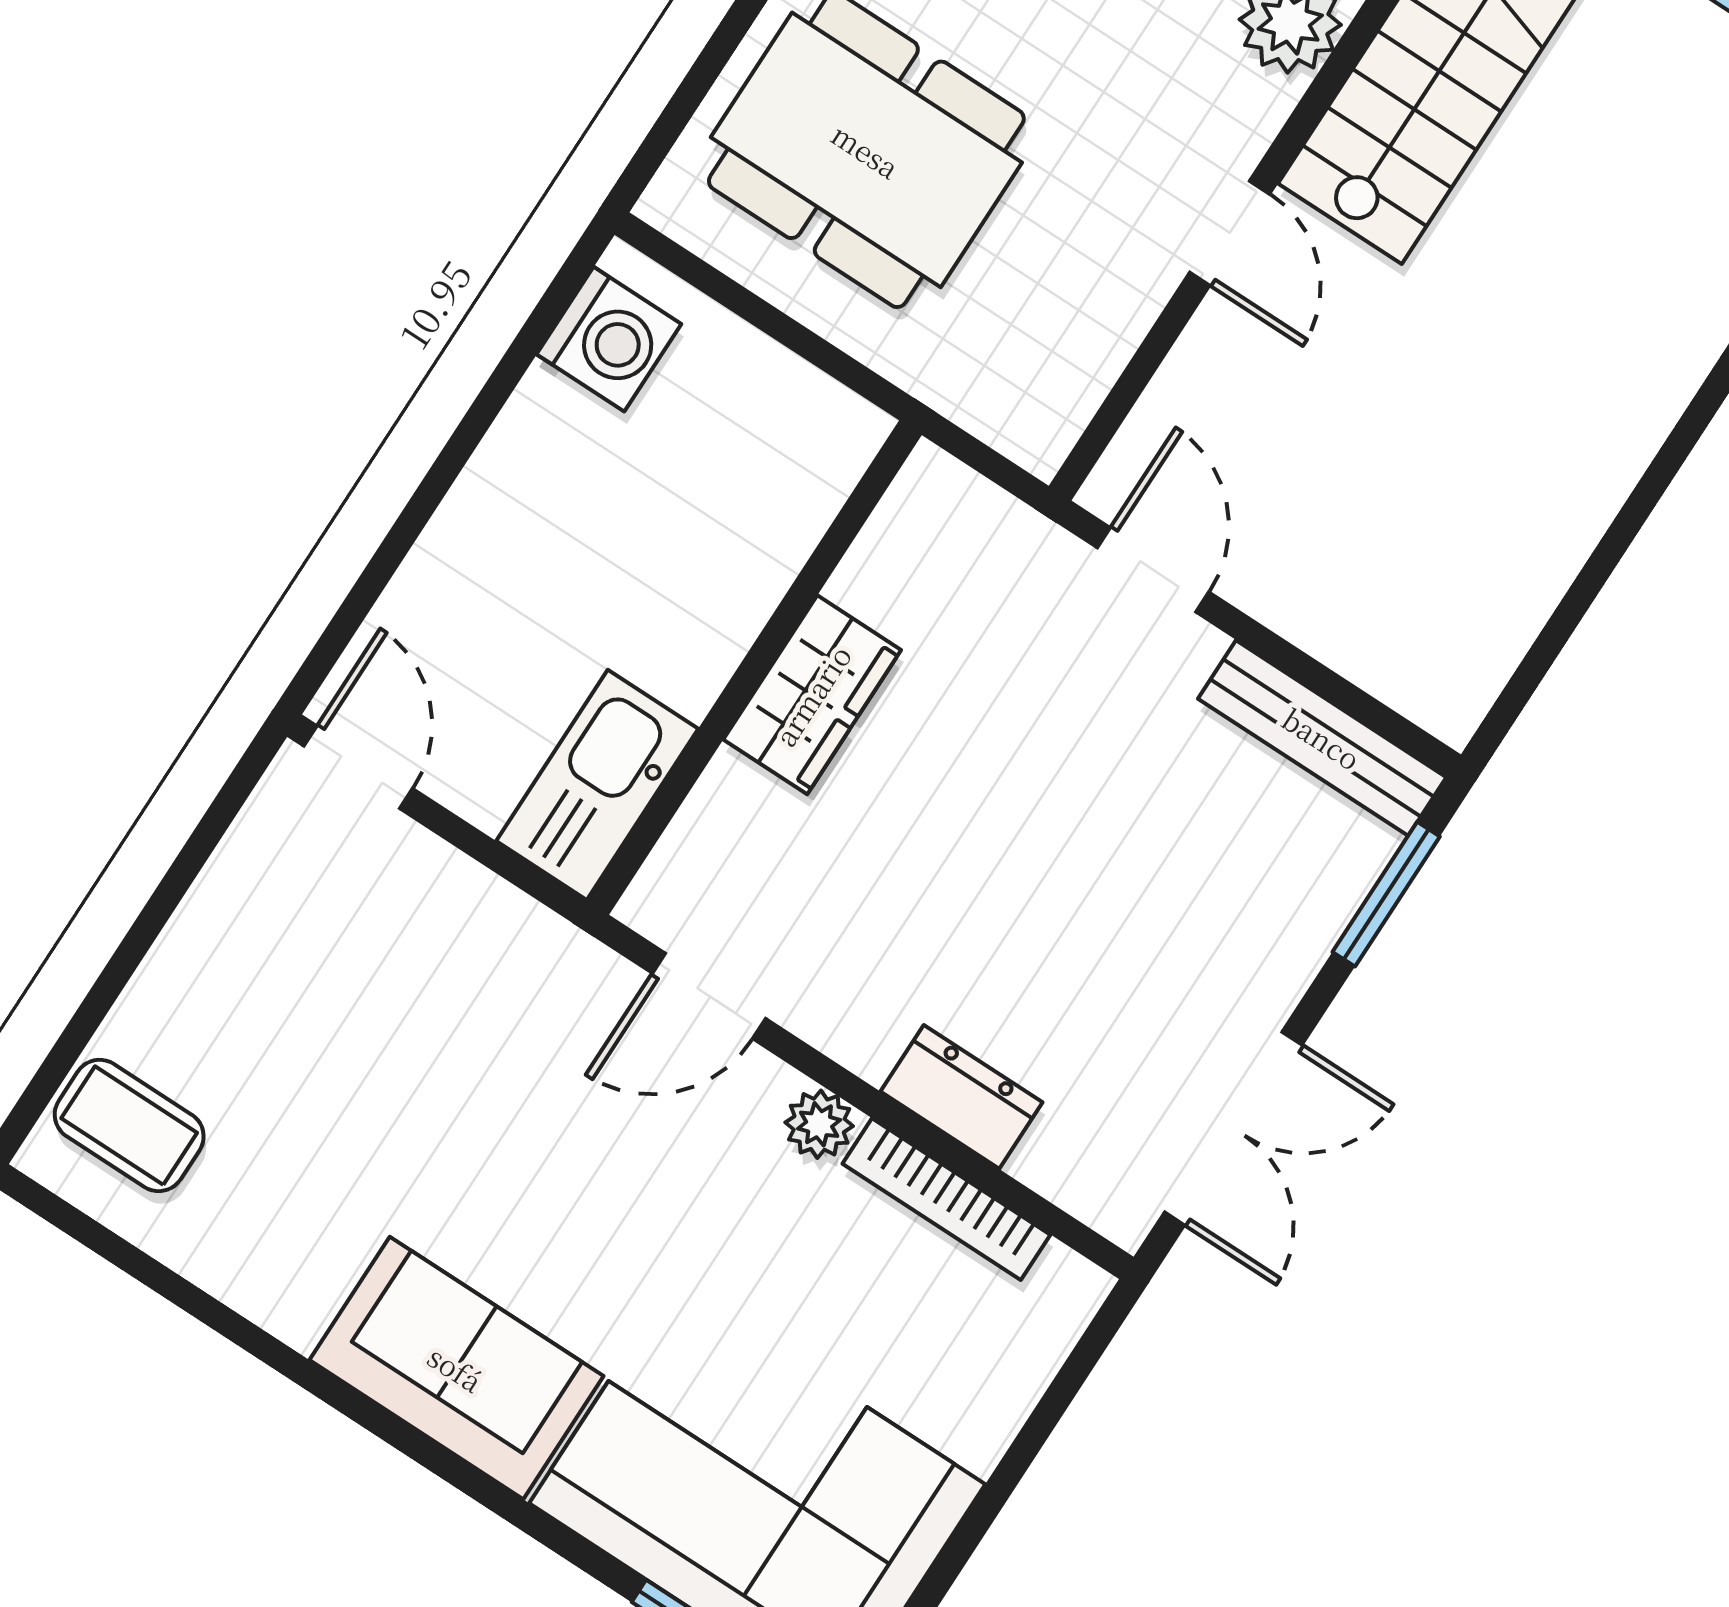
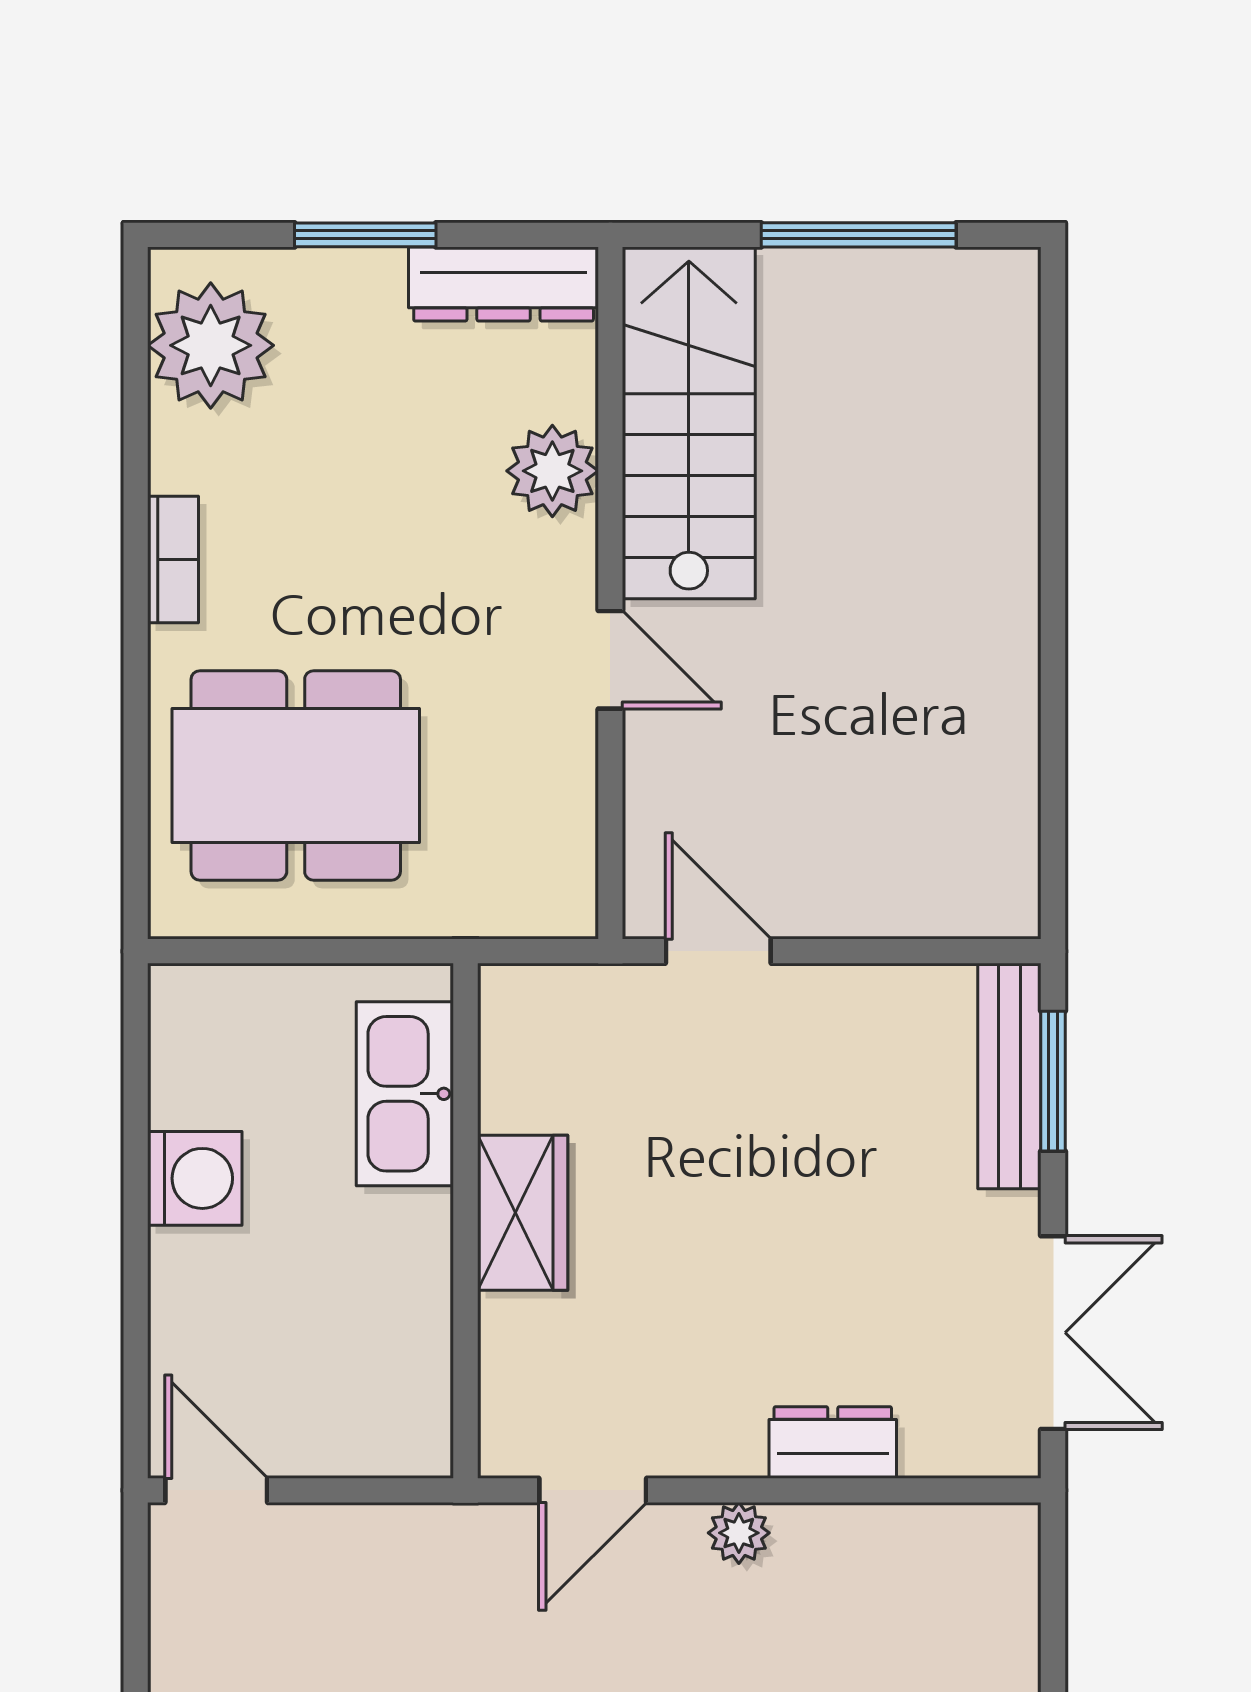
washing machine: (609, 339) -> (195, 1178), moved
bench: (1322, 738) -> (1009, 1076), moved, turned 90
kitchen sink: (597, 785) -> (405, 1094), moved
bookcase: (946, 1199) -> (872, 1527), removed

